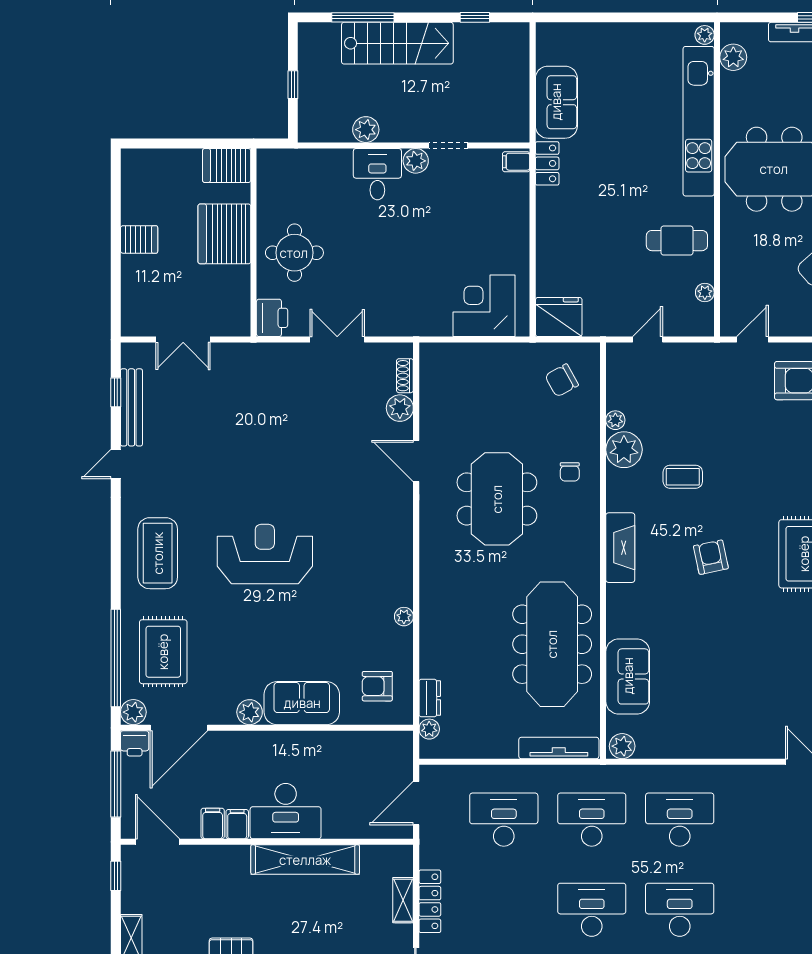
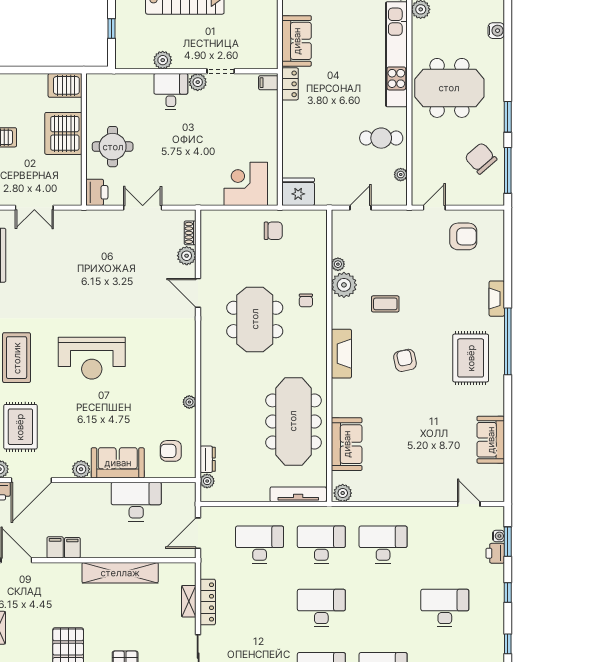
chair: (562, 380) -> (273, 231), moved, turned -151
reception desk: (265, 554) -> (92, 358), turned 180
desk: (286, 811) -> (136, 502), moved, turned 180
desk: (680, 910) -> (445, 608), moved

